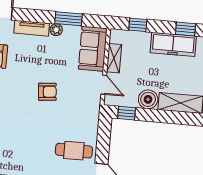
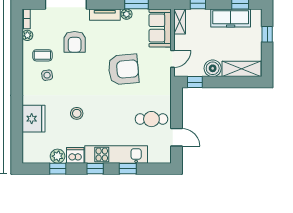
shelving: (114, 58) -> (180, 21), moved
door: (104, 85) -> (173, 59), hinge flipped
armchair: (47, 92) -> (123, 69), width x1.88, depth x1.88

